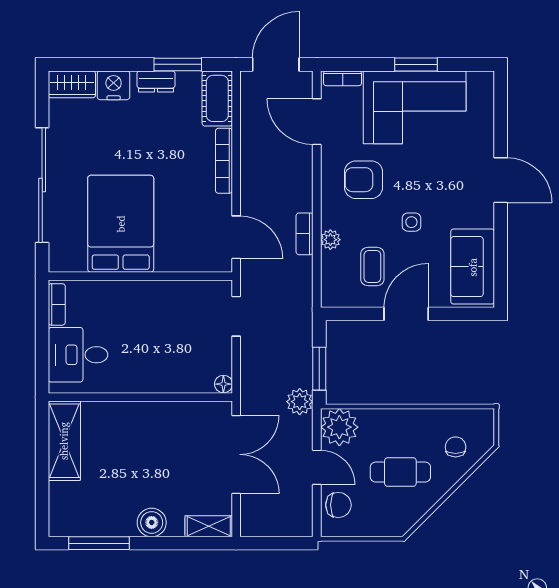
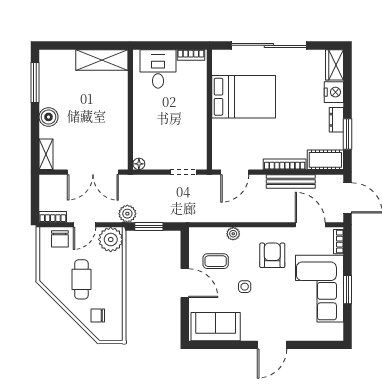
door: (317, 122) -> (310, 225), hinge flipped
bench: (250, 151) -> (291, 181), added
bookcase: (305, 234) -> (53, 217), moved
chair: (456, 447) -> (98, 315), turned 180

